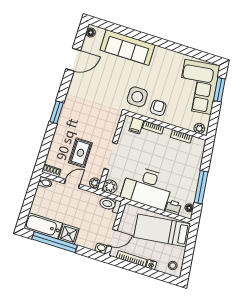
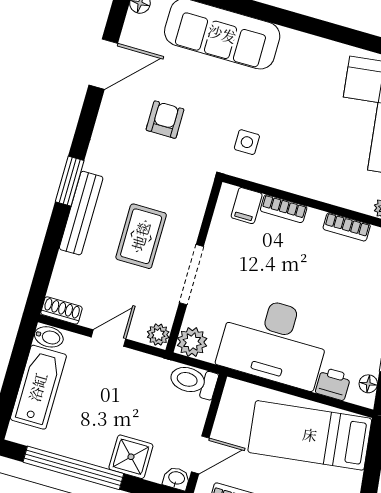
side table: (137, 97) -> (247, 142), width x0.54, depth x0.54
armchair: (158, 108) -> (165, 120), moved
bench: (61, 127) -> (81, 213), added
rug: (80, 153) -> (141, 236), moved
bathtub: (43, 226) -> (38, 387), moved, turned 90
shower: (69, 234) -> (131, 457), moved

